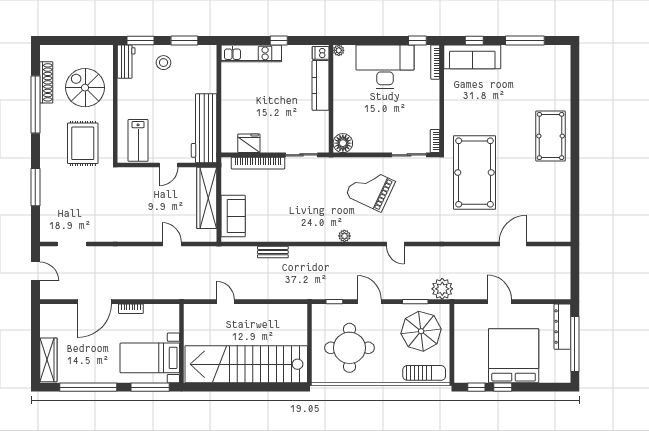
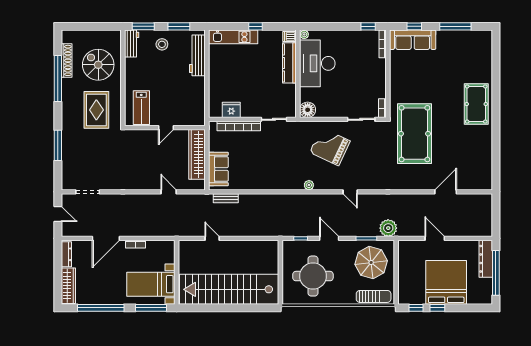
desk: (385, 67) -> (317, 63), moved, turned -90
workbench: (204, 128) -> (197, 55), moved, width x0.73, depth x0.76
bench: (273, 252) -> (226, 198), moved
dresser: (46, 321) -> (66, 254), added

